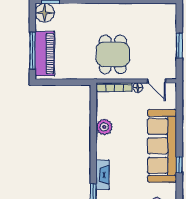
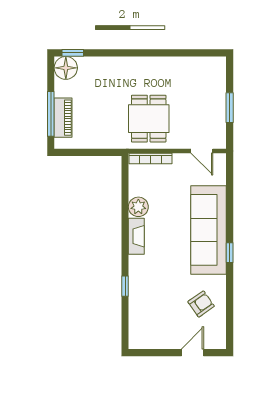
piano: (45, 54) -> (63, 118), width x0.73, depth x0.75
floor lamp: (138, 87) -> (179, 159), removed
fireplace: (103, 175) -> (136, 236), moved

